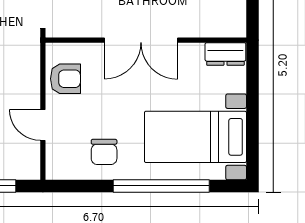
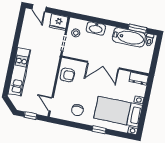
door: (43, 125) -> (51, 104), moved
window: (161, 186) -> (99, 130), width x0.32

